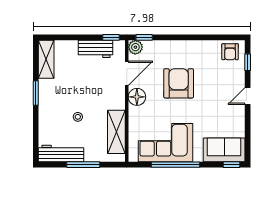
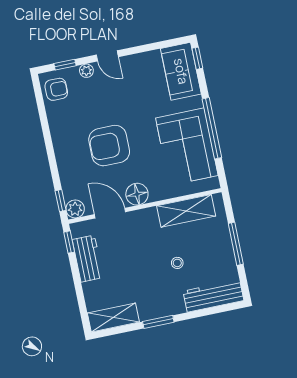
plant: (240, 78) -> (86, 71), added
workbench: (61, 154) -> (213, 296), moved, turned 90

